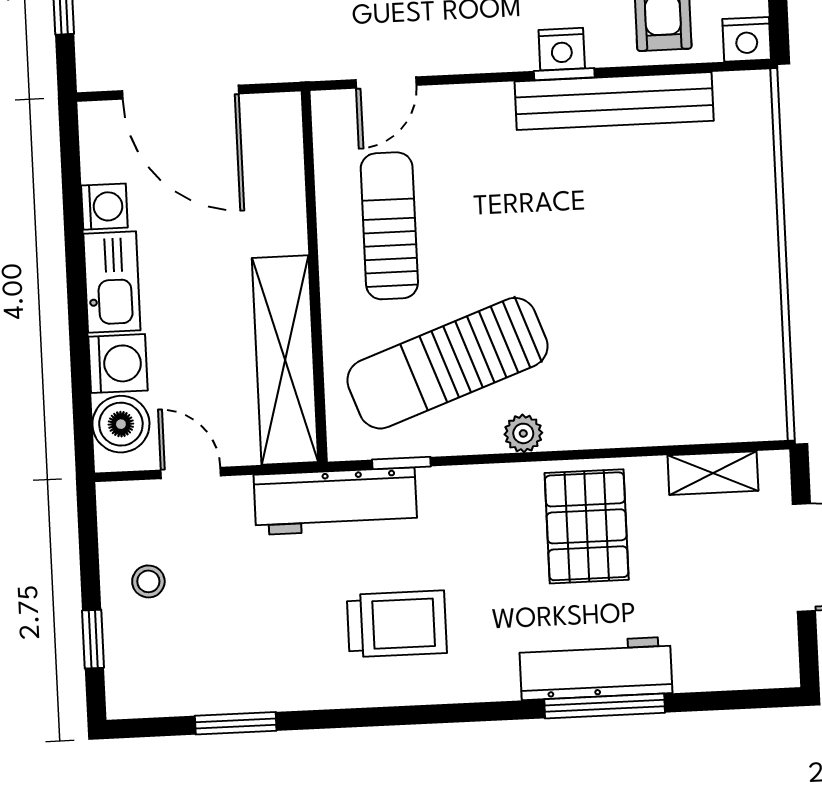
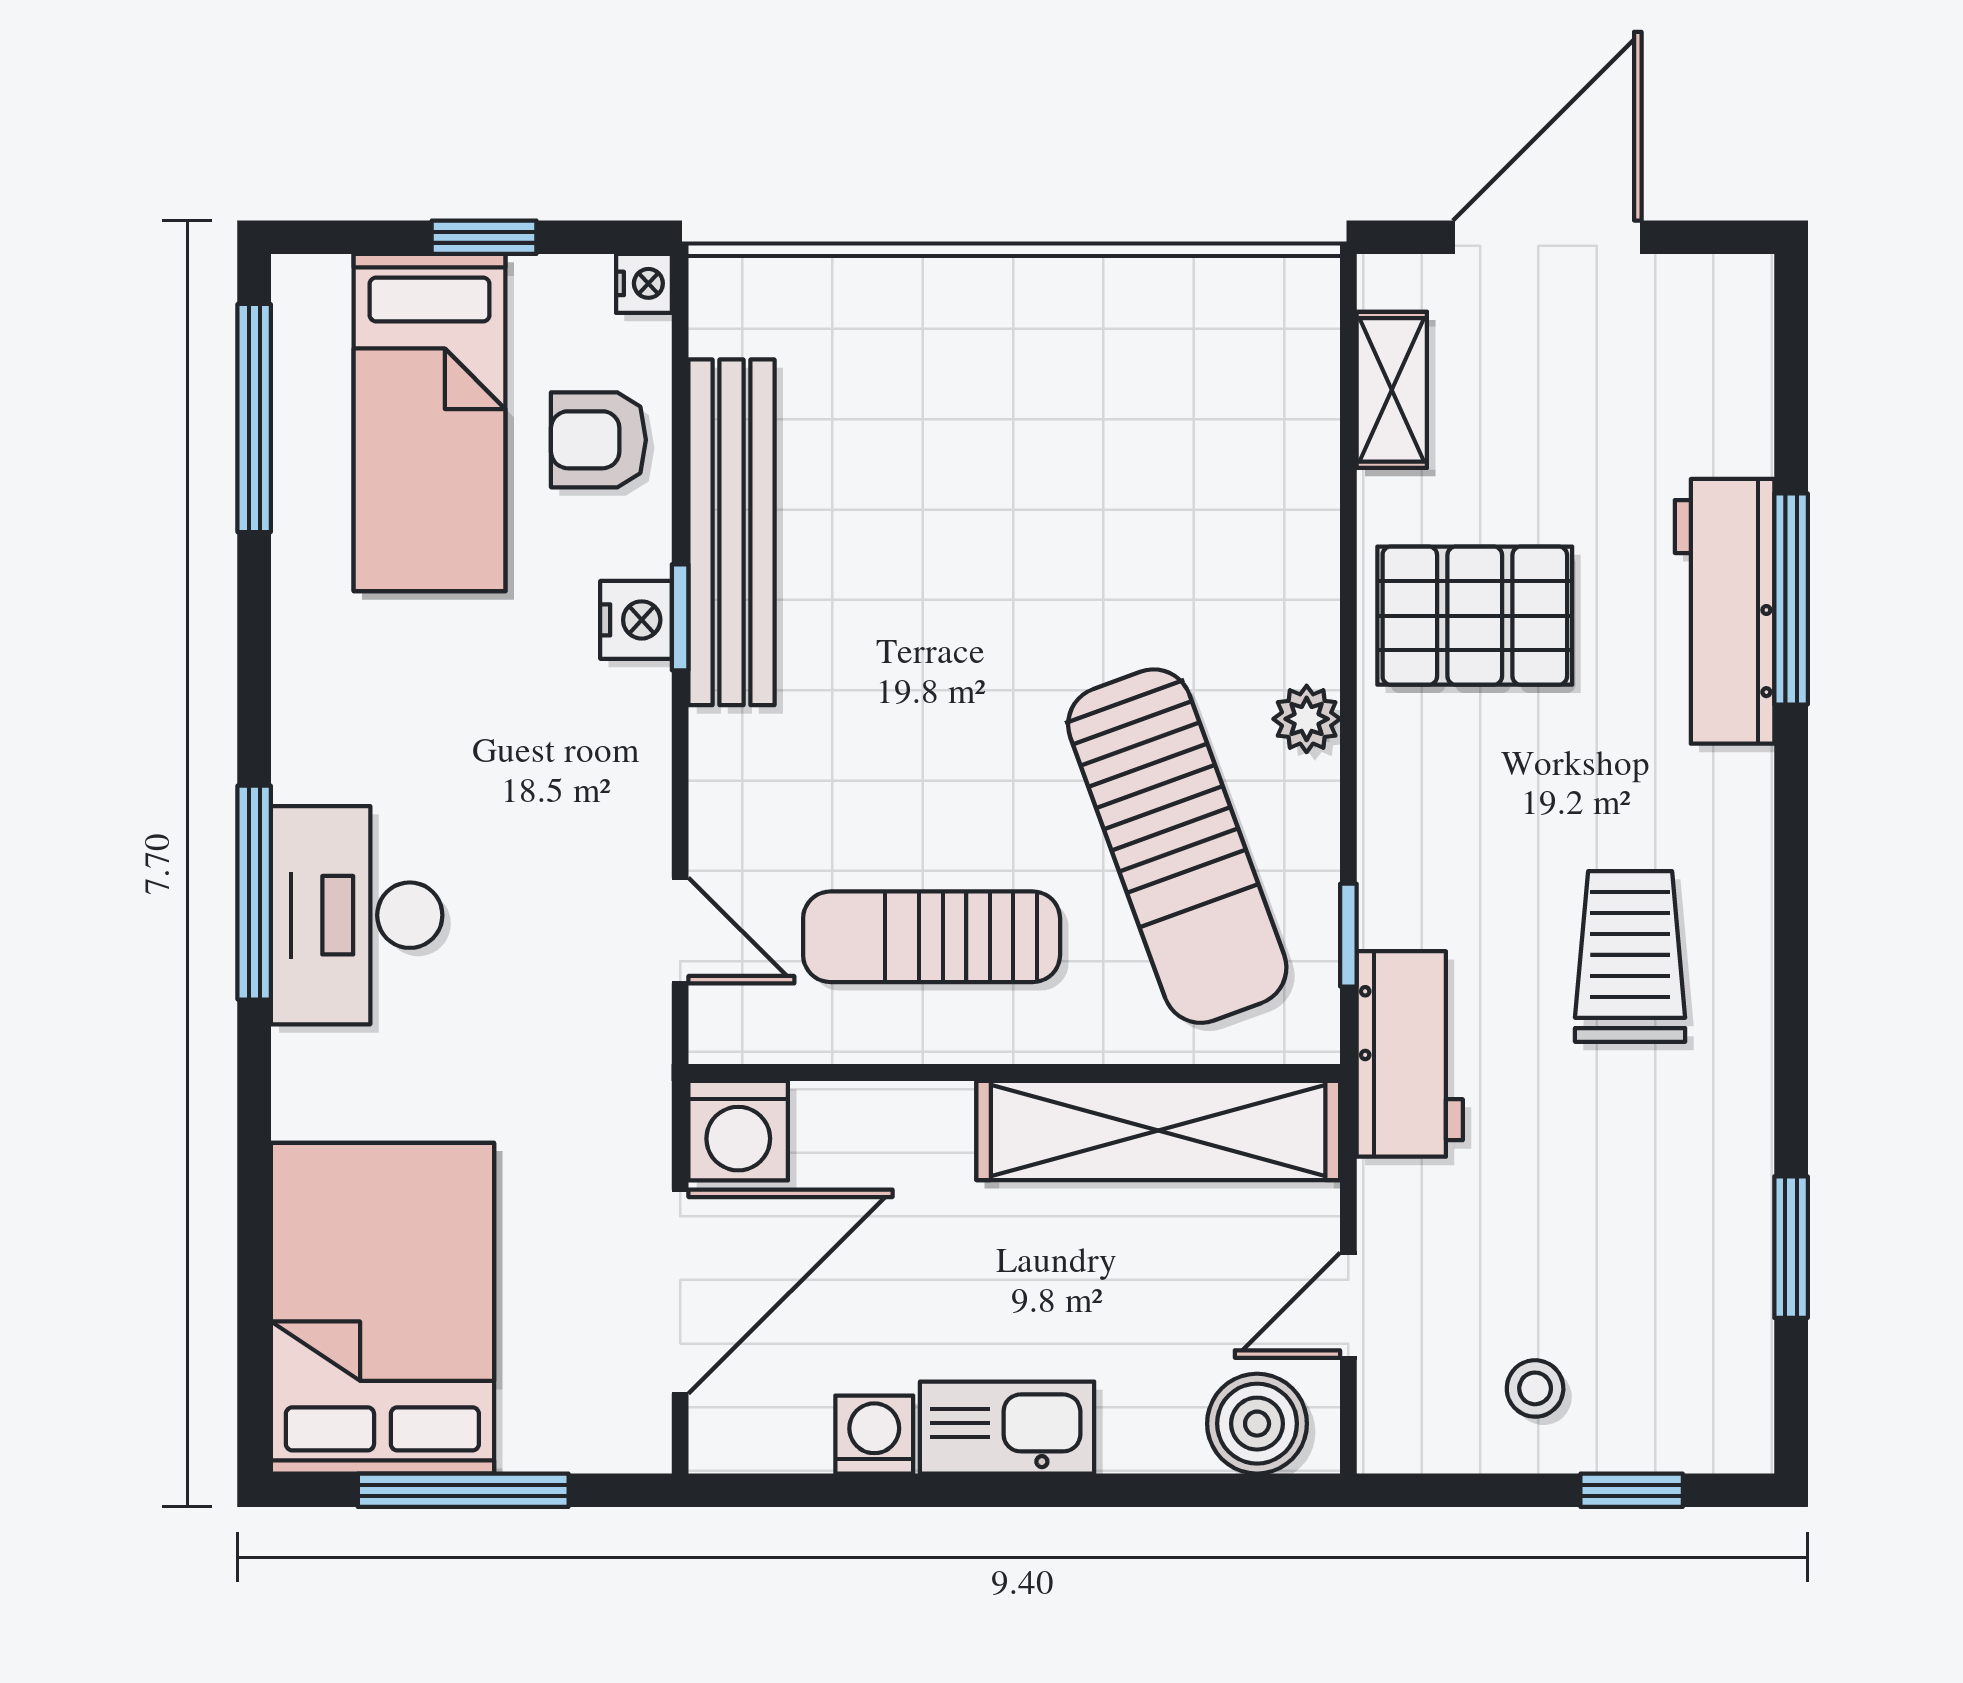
nightstand: (747, 39) -> (644, 283), width x0.72, depth x0.74
washing machine: (118, 364) -> (738, 1131), moved, turned 180
workbench: (335, 501) -> (1410, 1054), width x0.73

